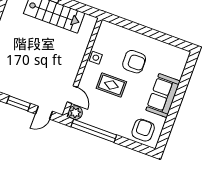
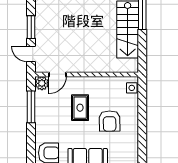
side table: (96, 58) -> (132, 88), moved
window: (94, 131) -> (31, 107), width x0.68

